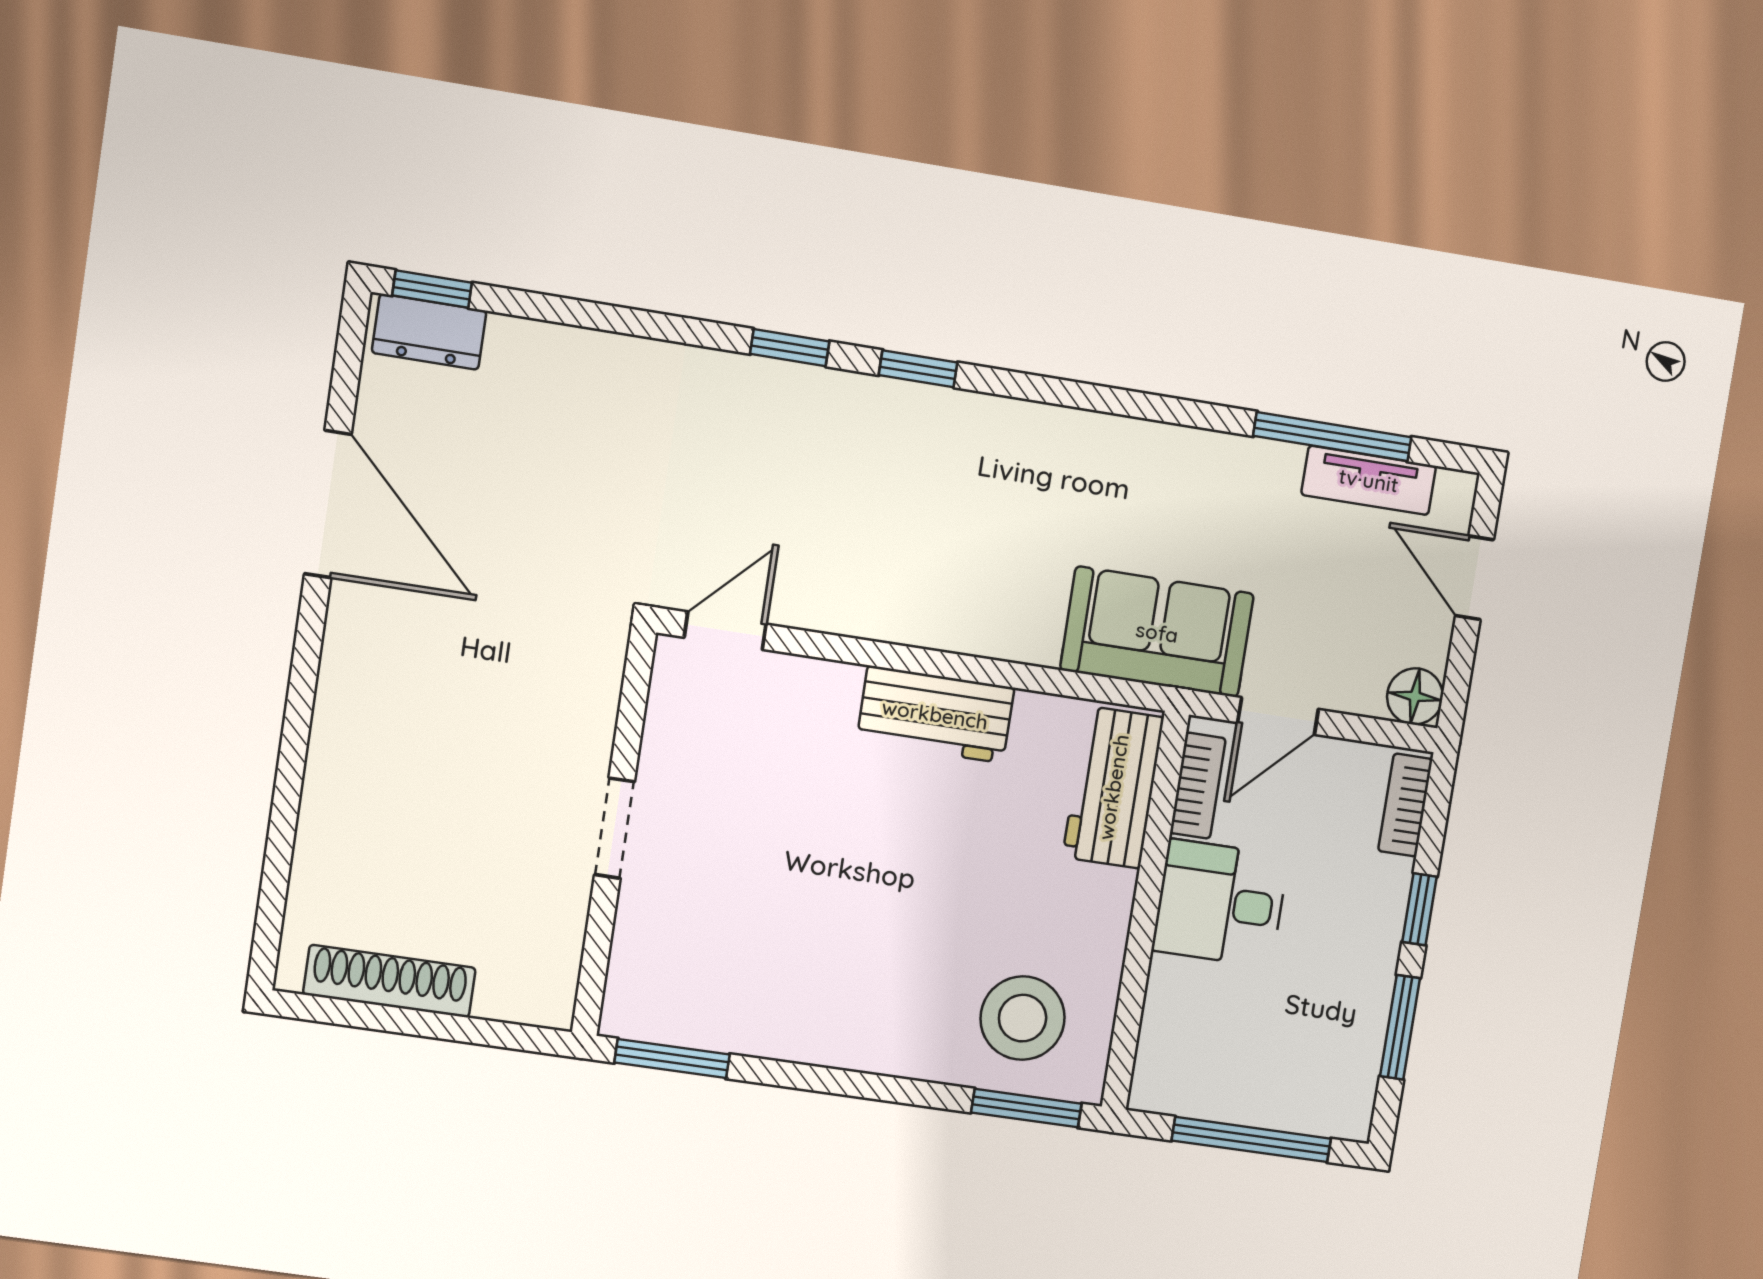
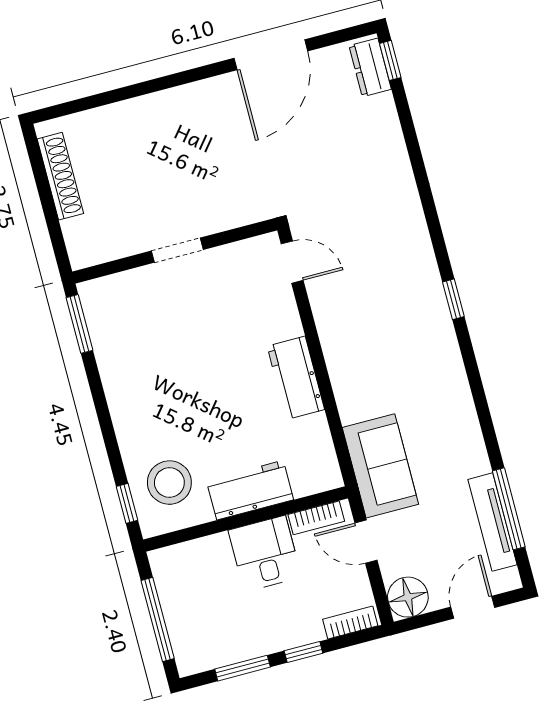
window: (790, 348) -> (436, 235), removed
tv unit: (1369, 480) -> (492, 522), width x1.41
floor lamp: (1415, 696) -> (408, 597), width x1.38, depth x1.38
workbench: (1113, 787) -> (250, 490), moved
window: (1026, 1108) -> (127, 503), width x0.67

